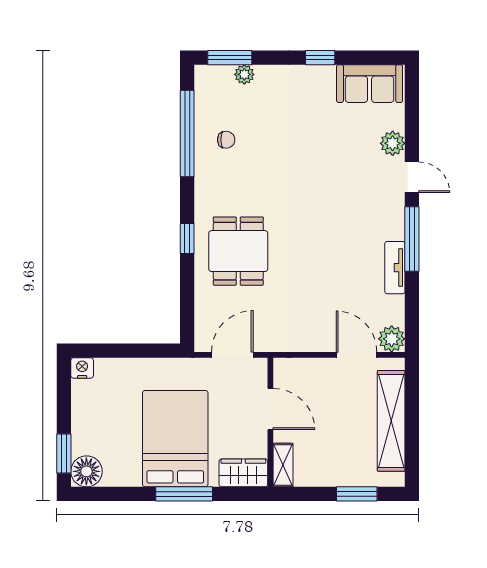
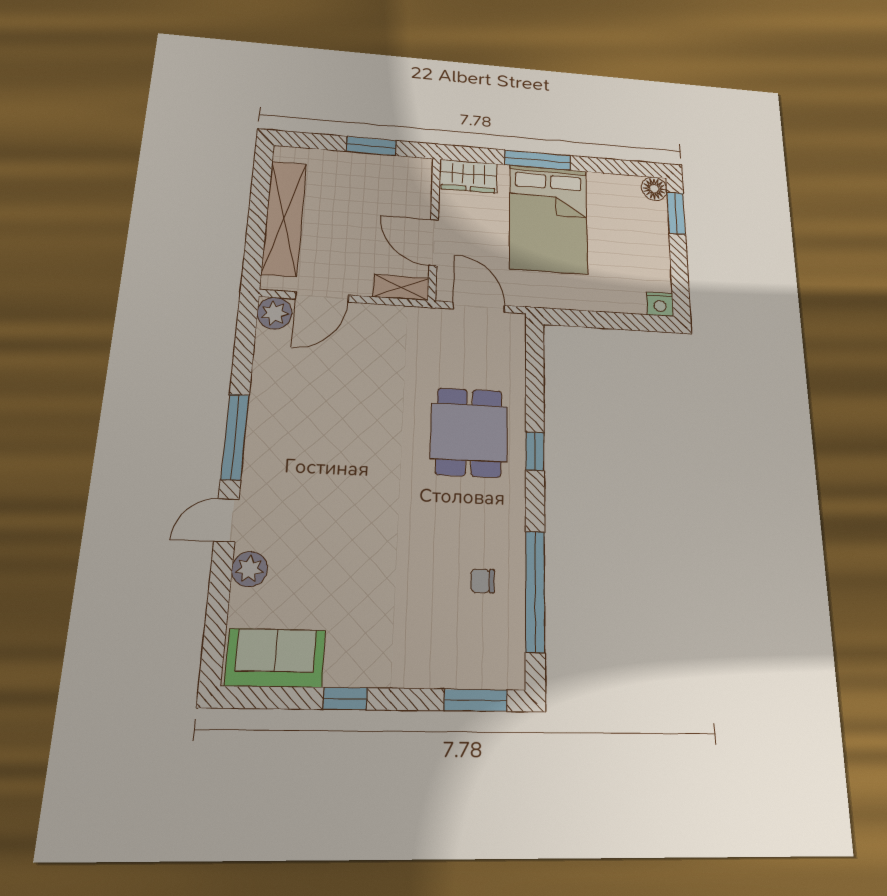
plant: (244, 74) -> (456, 675), removed
door: (412, 177) -> (226, 520), hinge flipped
tv unit: (395, 268) -> (262, 401), removed
door: (232, 355) -> (479, 307), swing flipped
door: (357, 355) -> (322, 297), hinge flipped
shelving: (283, 465) -> (401, 287), moved, turned 90
floor lamp: (86, 471) -> (654, 189), width x0.73, depth x0.73
window: (357, 494) -> (371, 146), moved

